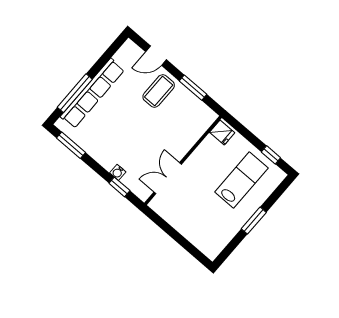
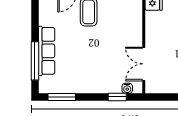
row of seats: (92, 93) -> (47, 51), width x0.73
water cooler: (118, 172) -> (127, 88), moved

